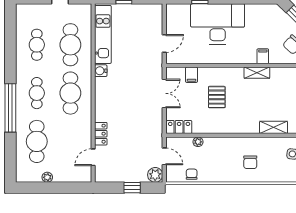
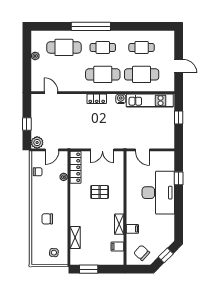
filing cabinet: (192, 75) -> (117, 247), moved
locker: (179, 127) -> (76, 167), width x1.53
locker: (101, 134) -> (97, 99), moved

